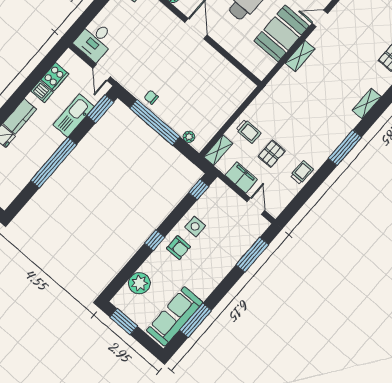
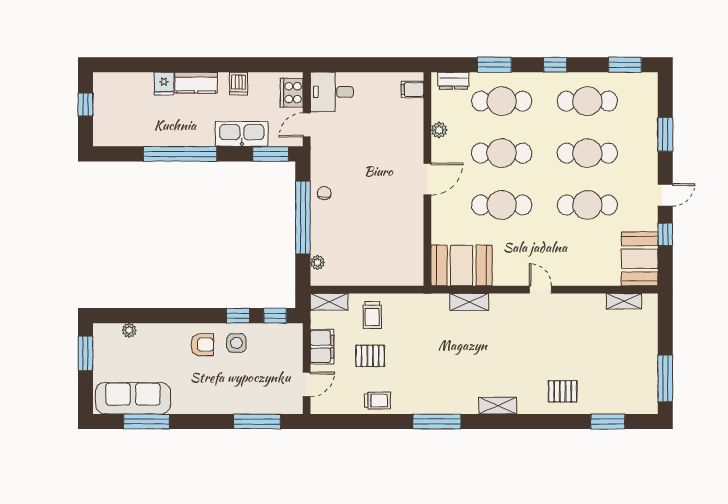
booth: (282, 33) -> (462, 265), moved
shelving: (300, 56) -> (469, 302), moved
cooker: (55, 77) -> (292, 93), moved, turned 90
window: (155, 240) -> (238, 316), moved
armchair: (178, 248) -> (202, 345), turned -90
plant: (139, 283) -> (129, 330), width x0.53, depth x0.53

